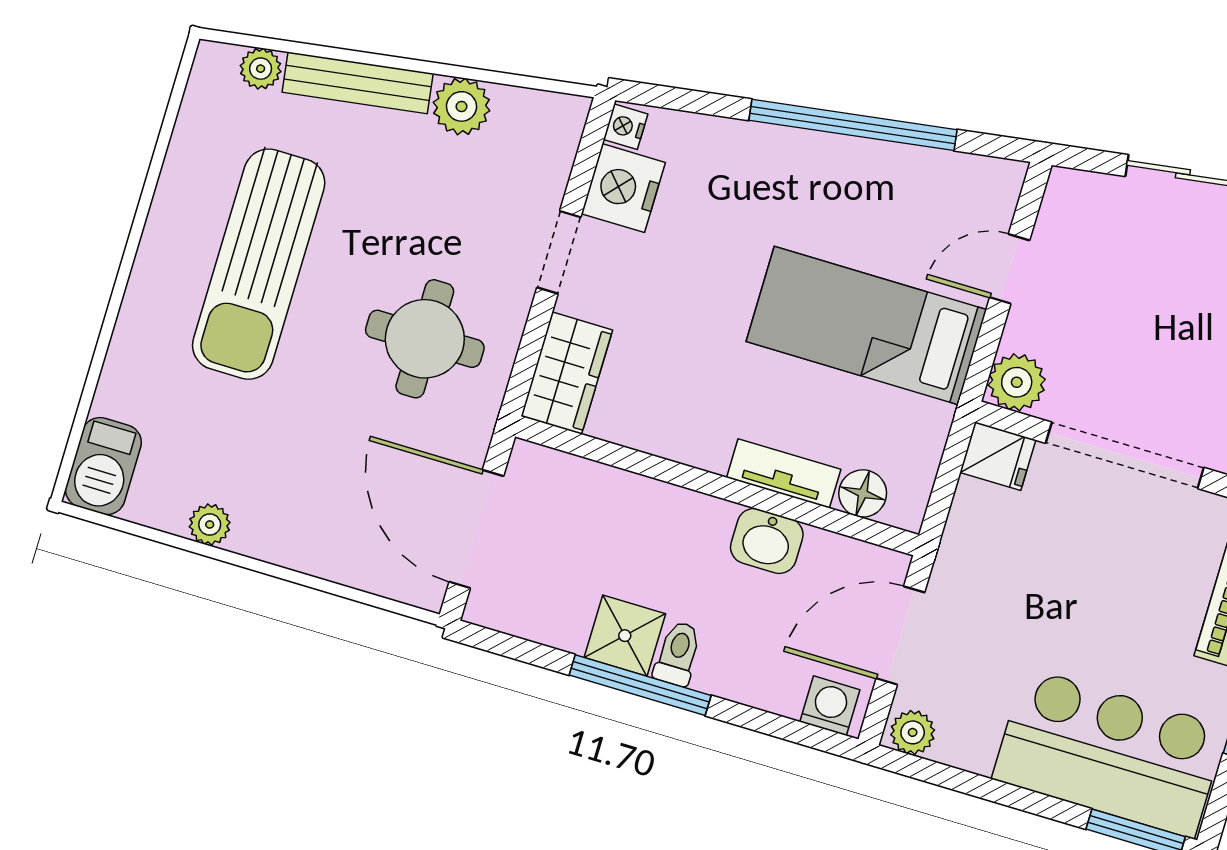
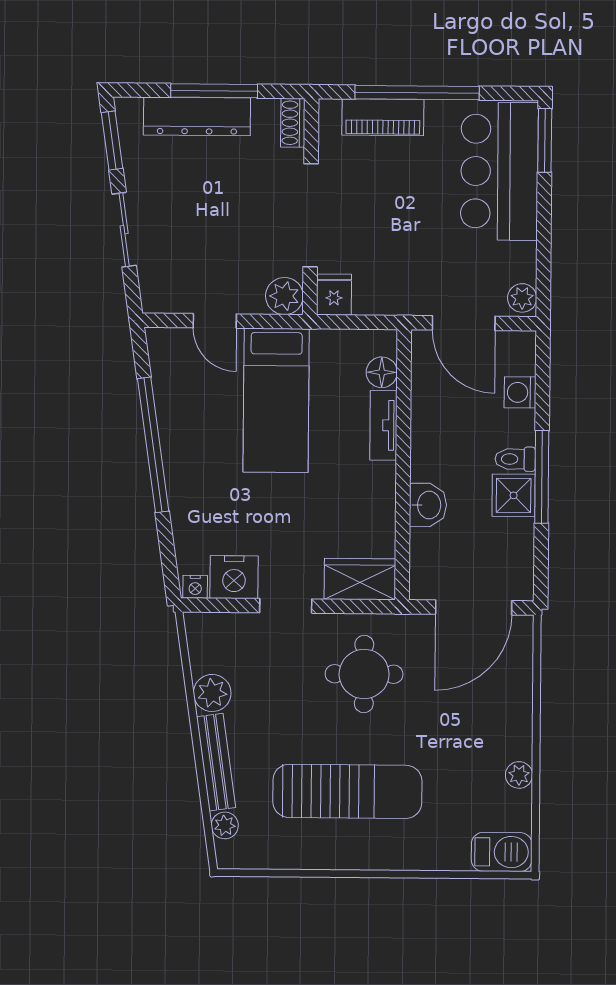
washbasin: (767, 541) -> (428, 505), moved
washing machine: (830, 706) -> (520, 392), moved

